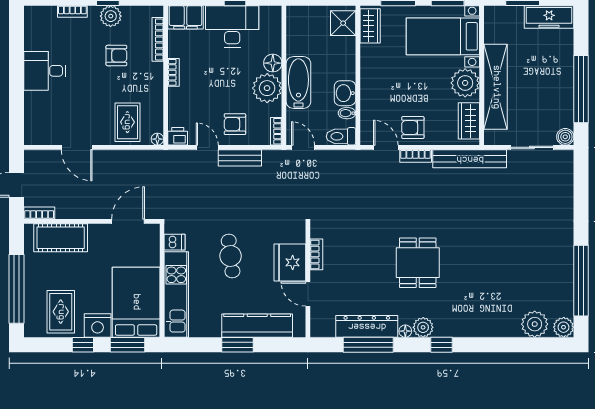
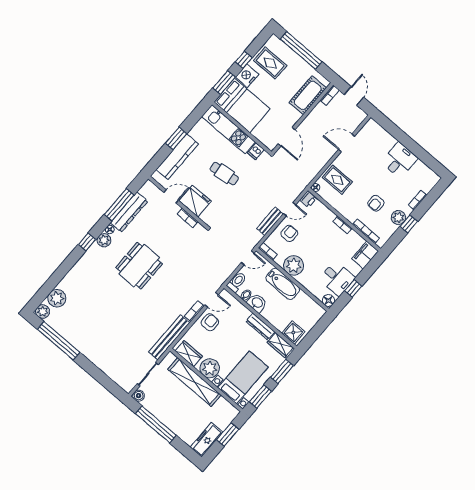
desk: (232, 26) -> (337, 278), width x0.73
floor lamp: (273, 63) -> (328, 301), moved
dresser: (369, 66) -> (260, 327), added
dining table: (418, 263) -> (139, 266), width x1.38

